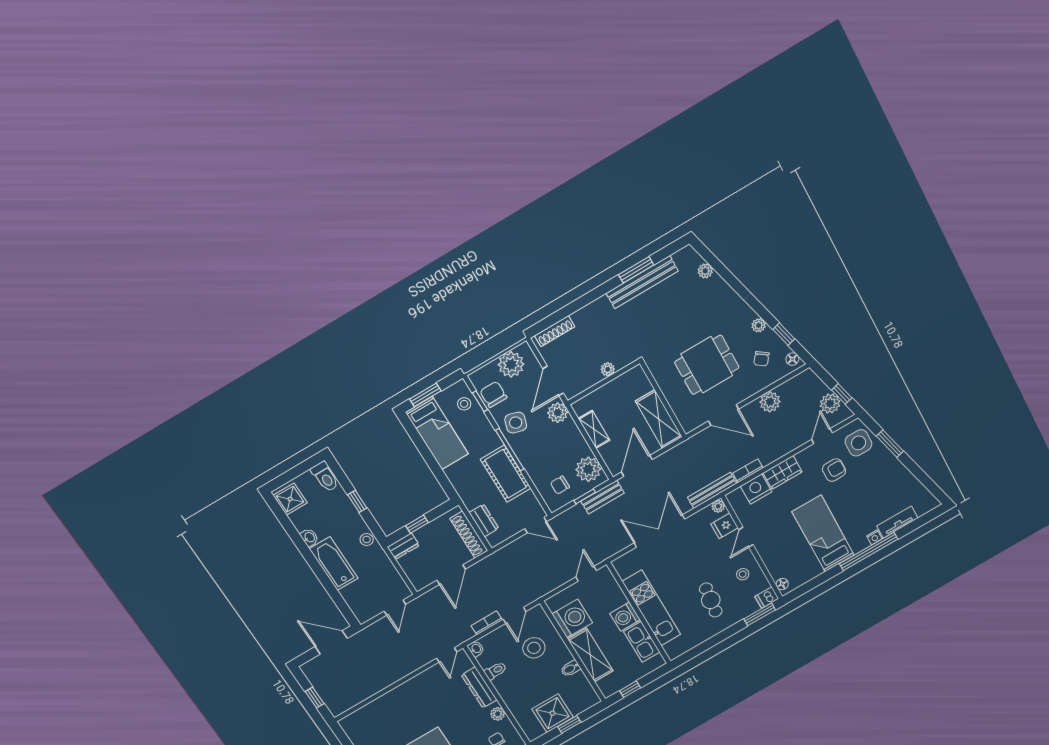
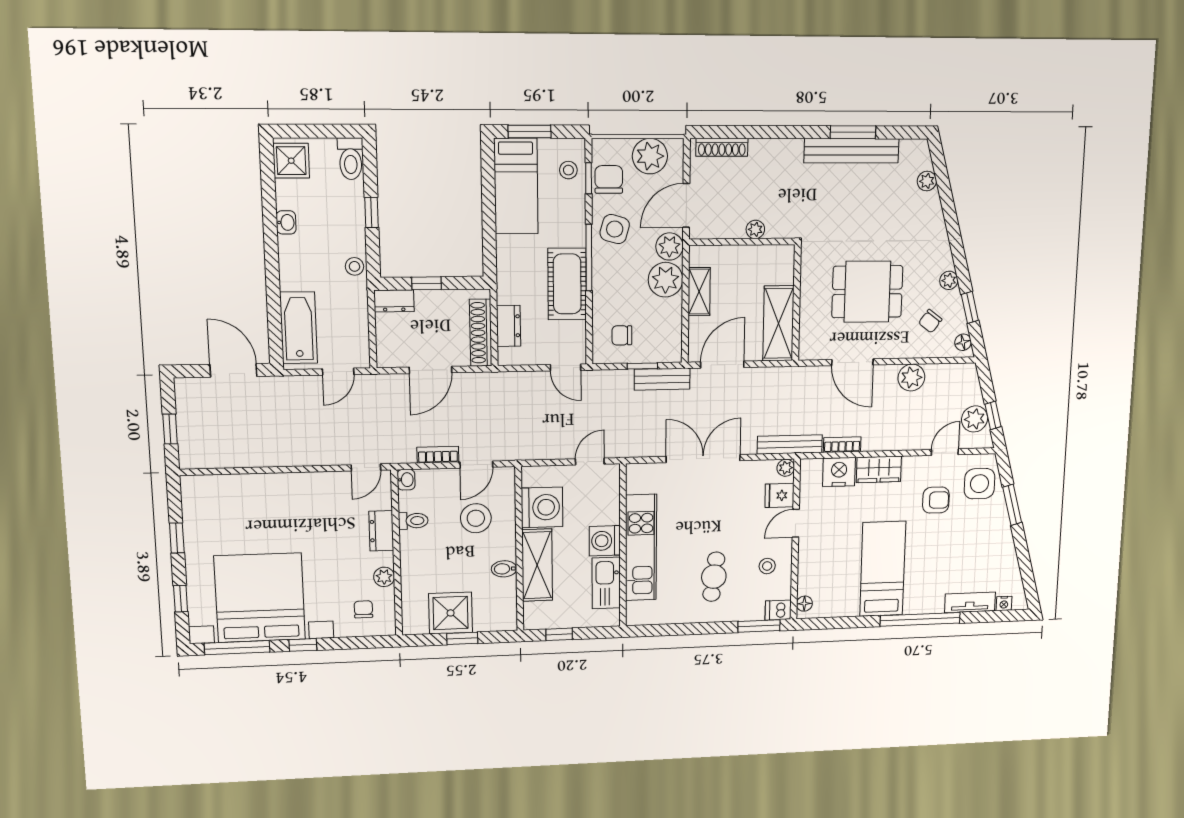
plant: (588, 469) -> (666, 280), moved
nightstand: (874, 537) -> (1004, 603), moved
bathtub: (334, 564) -> (299, 328), moved
dresser: (479, 687) -> (381, 531), width x0.70

